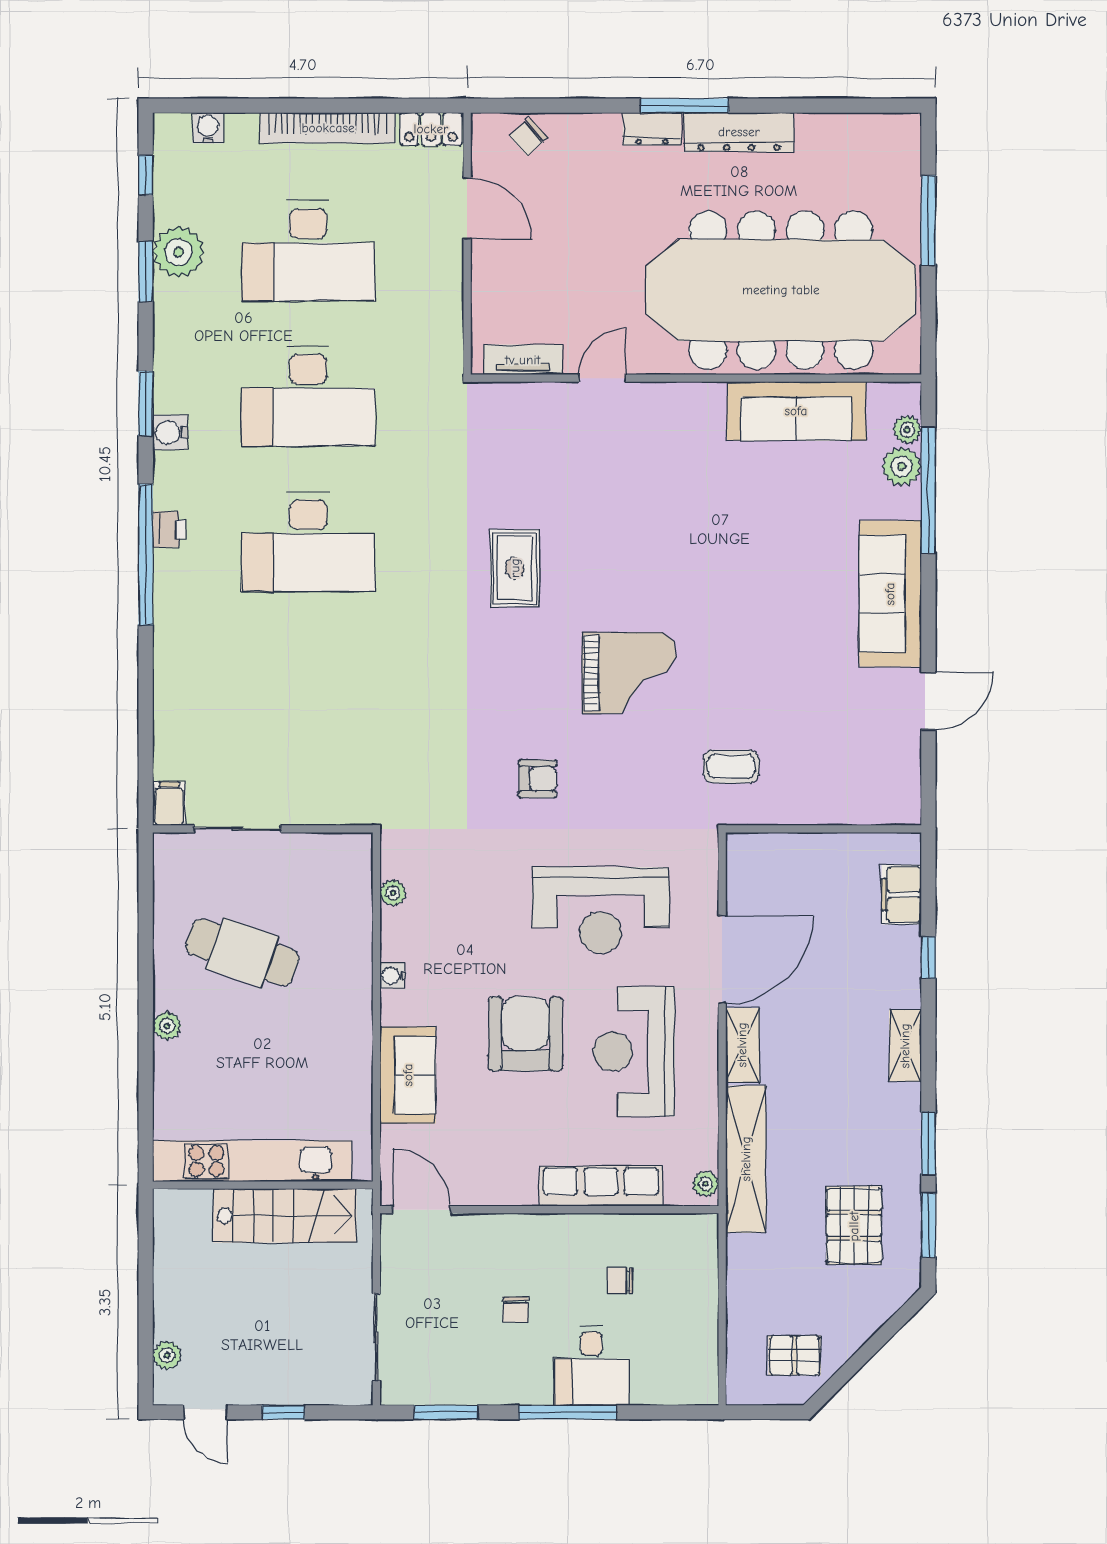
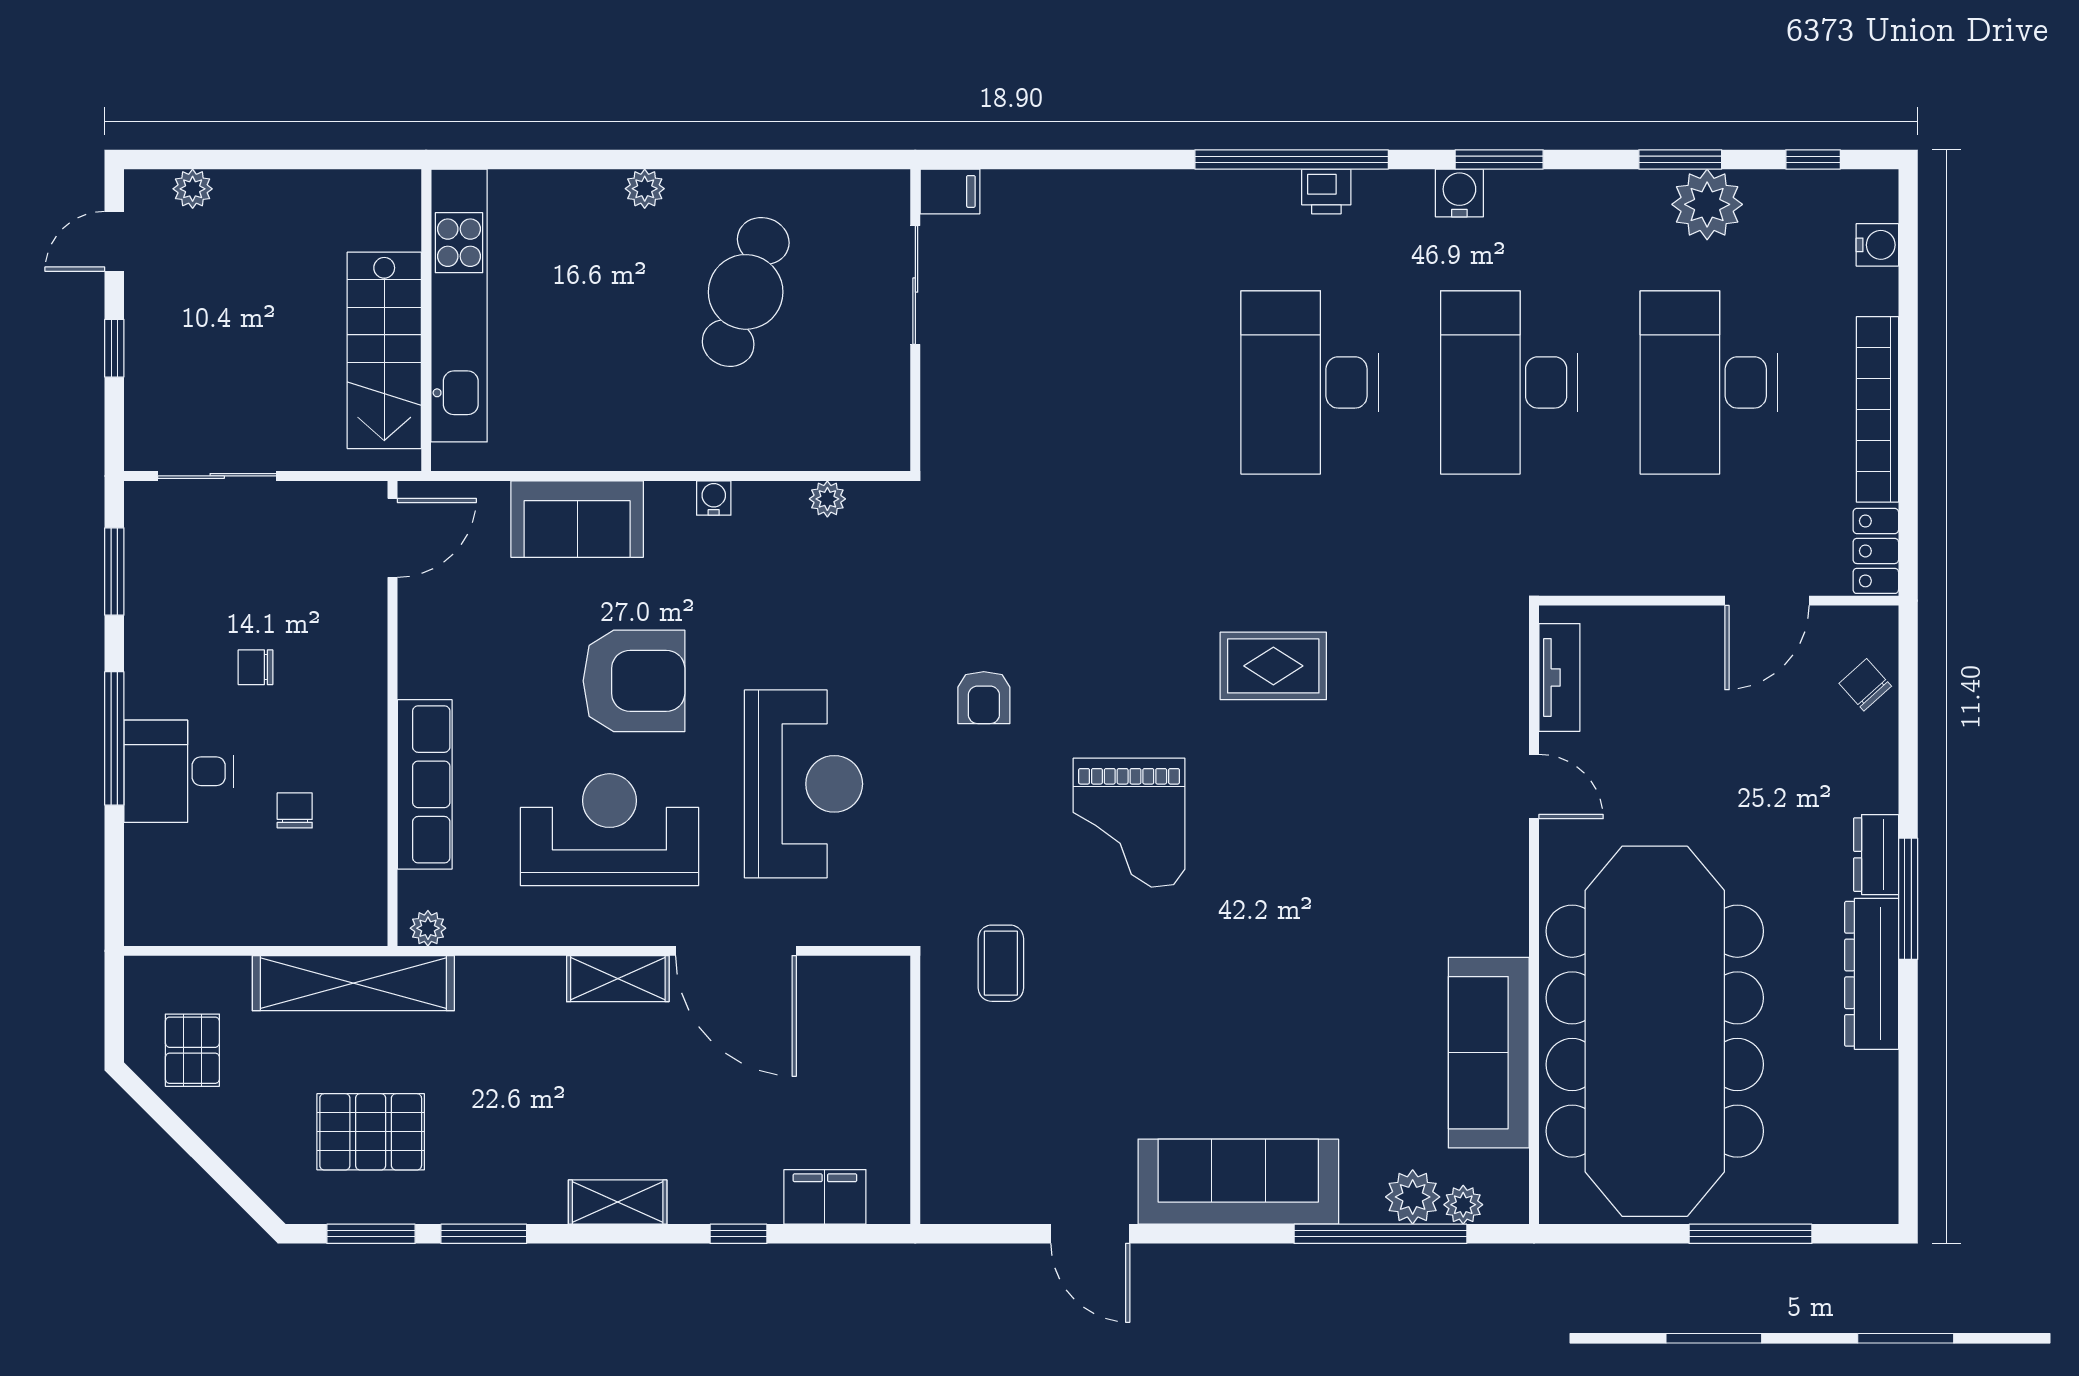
reception desk: (601, 910) -> (803, 784), turned 180
shelving: (746, 1159) -> (353, 983), moved

